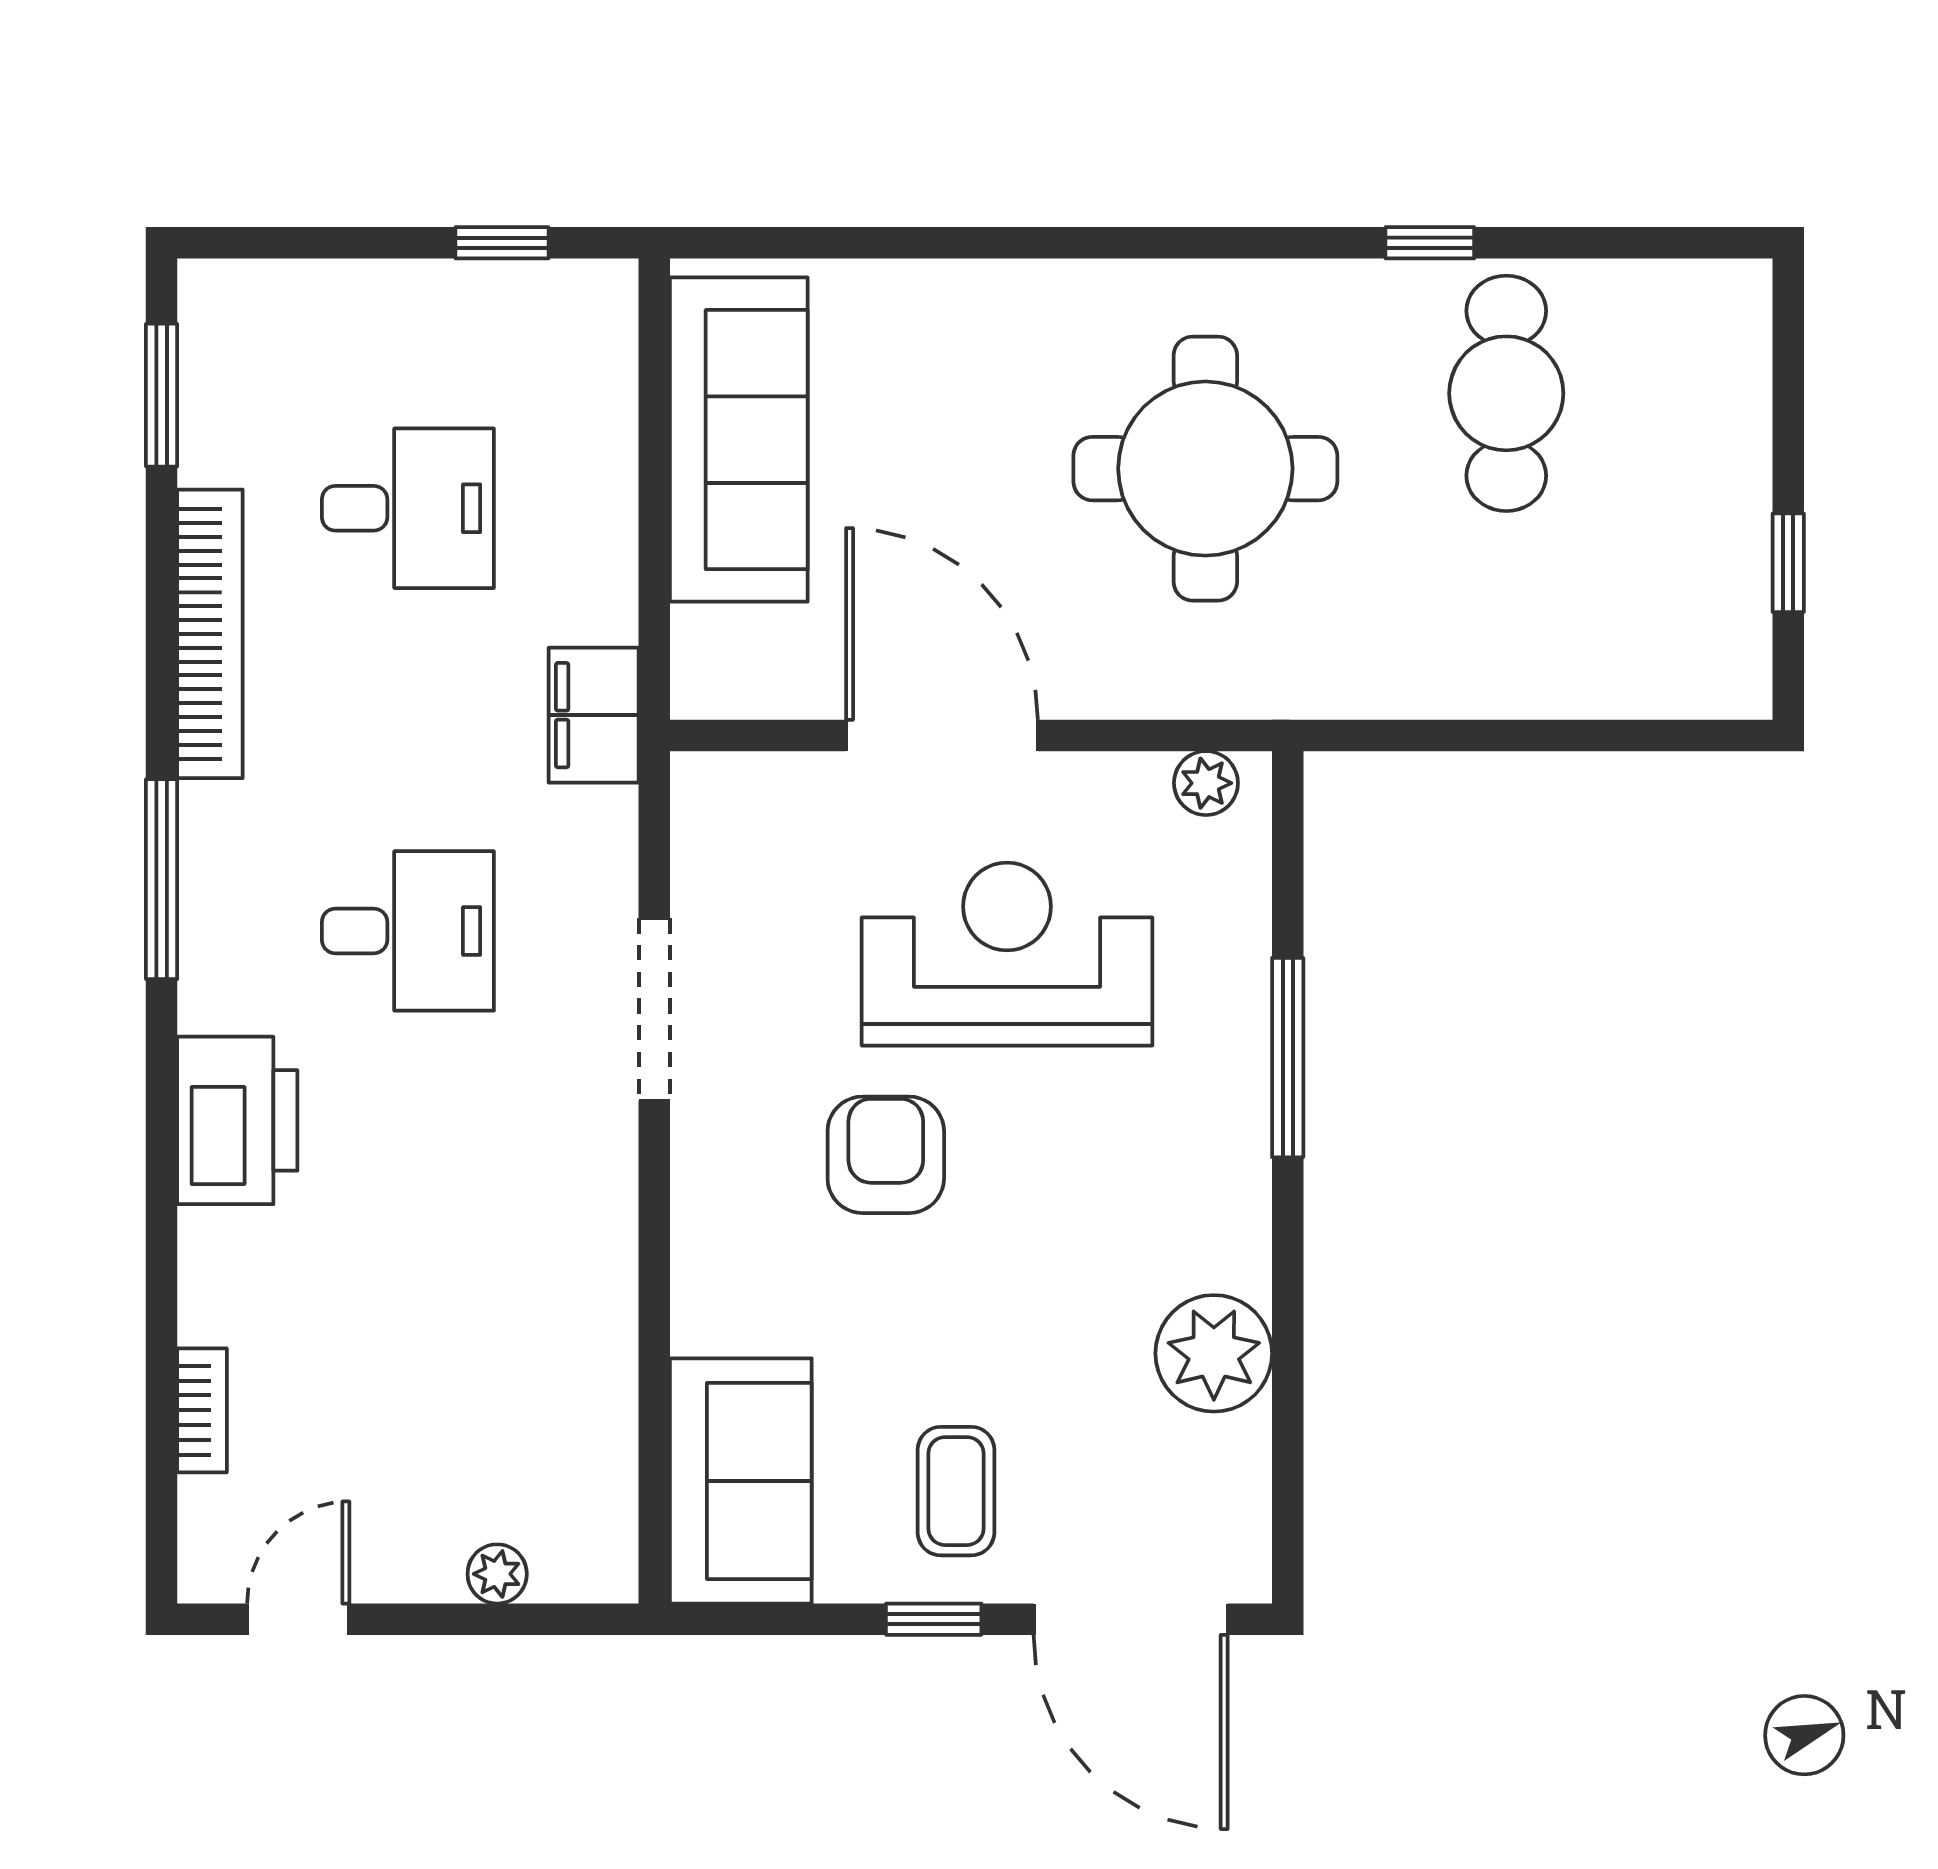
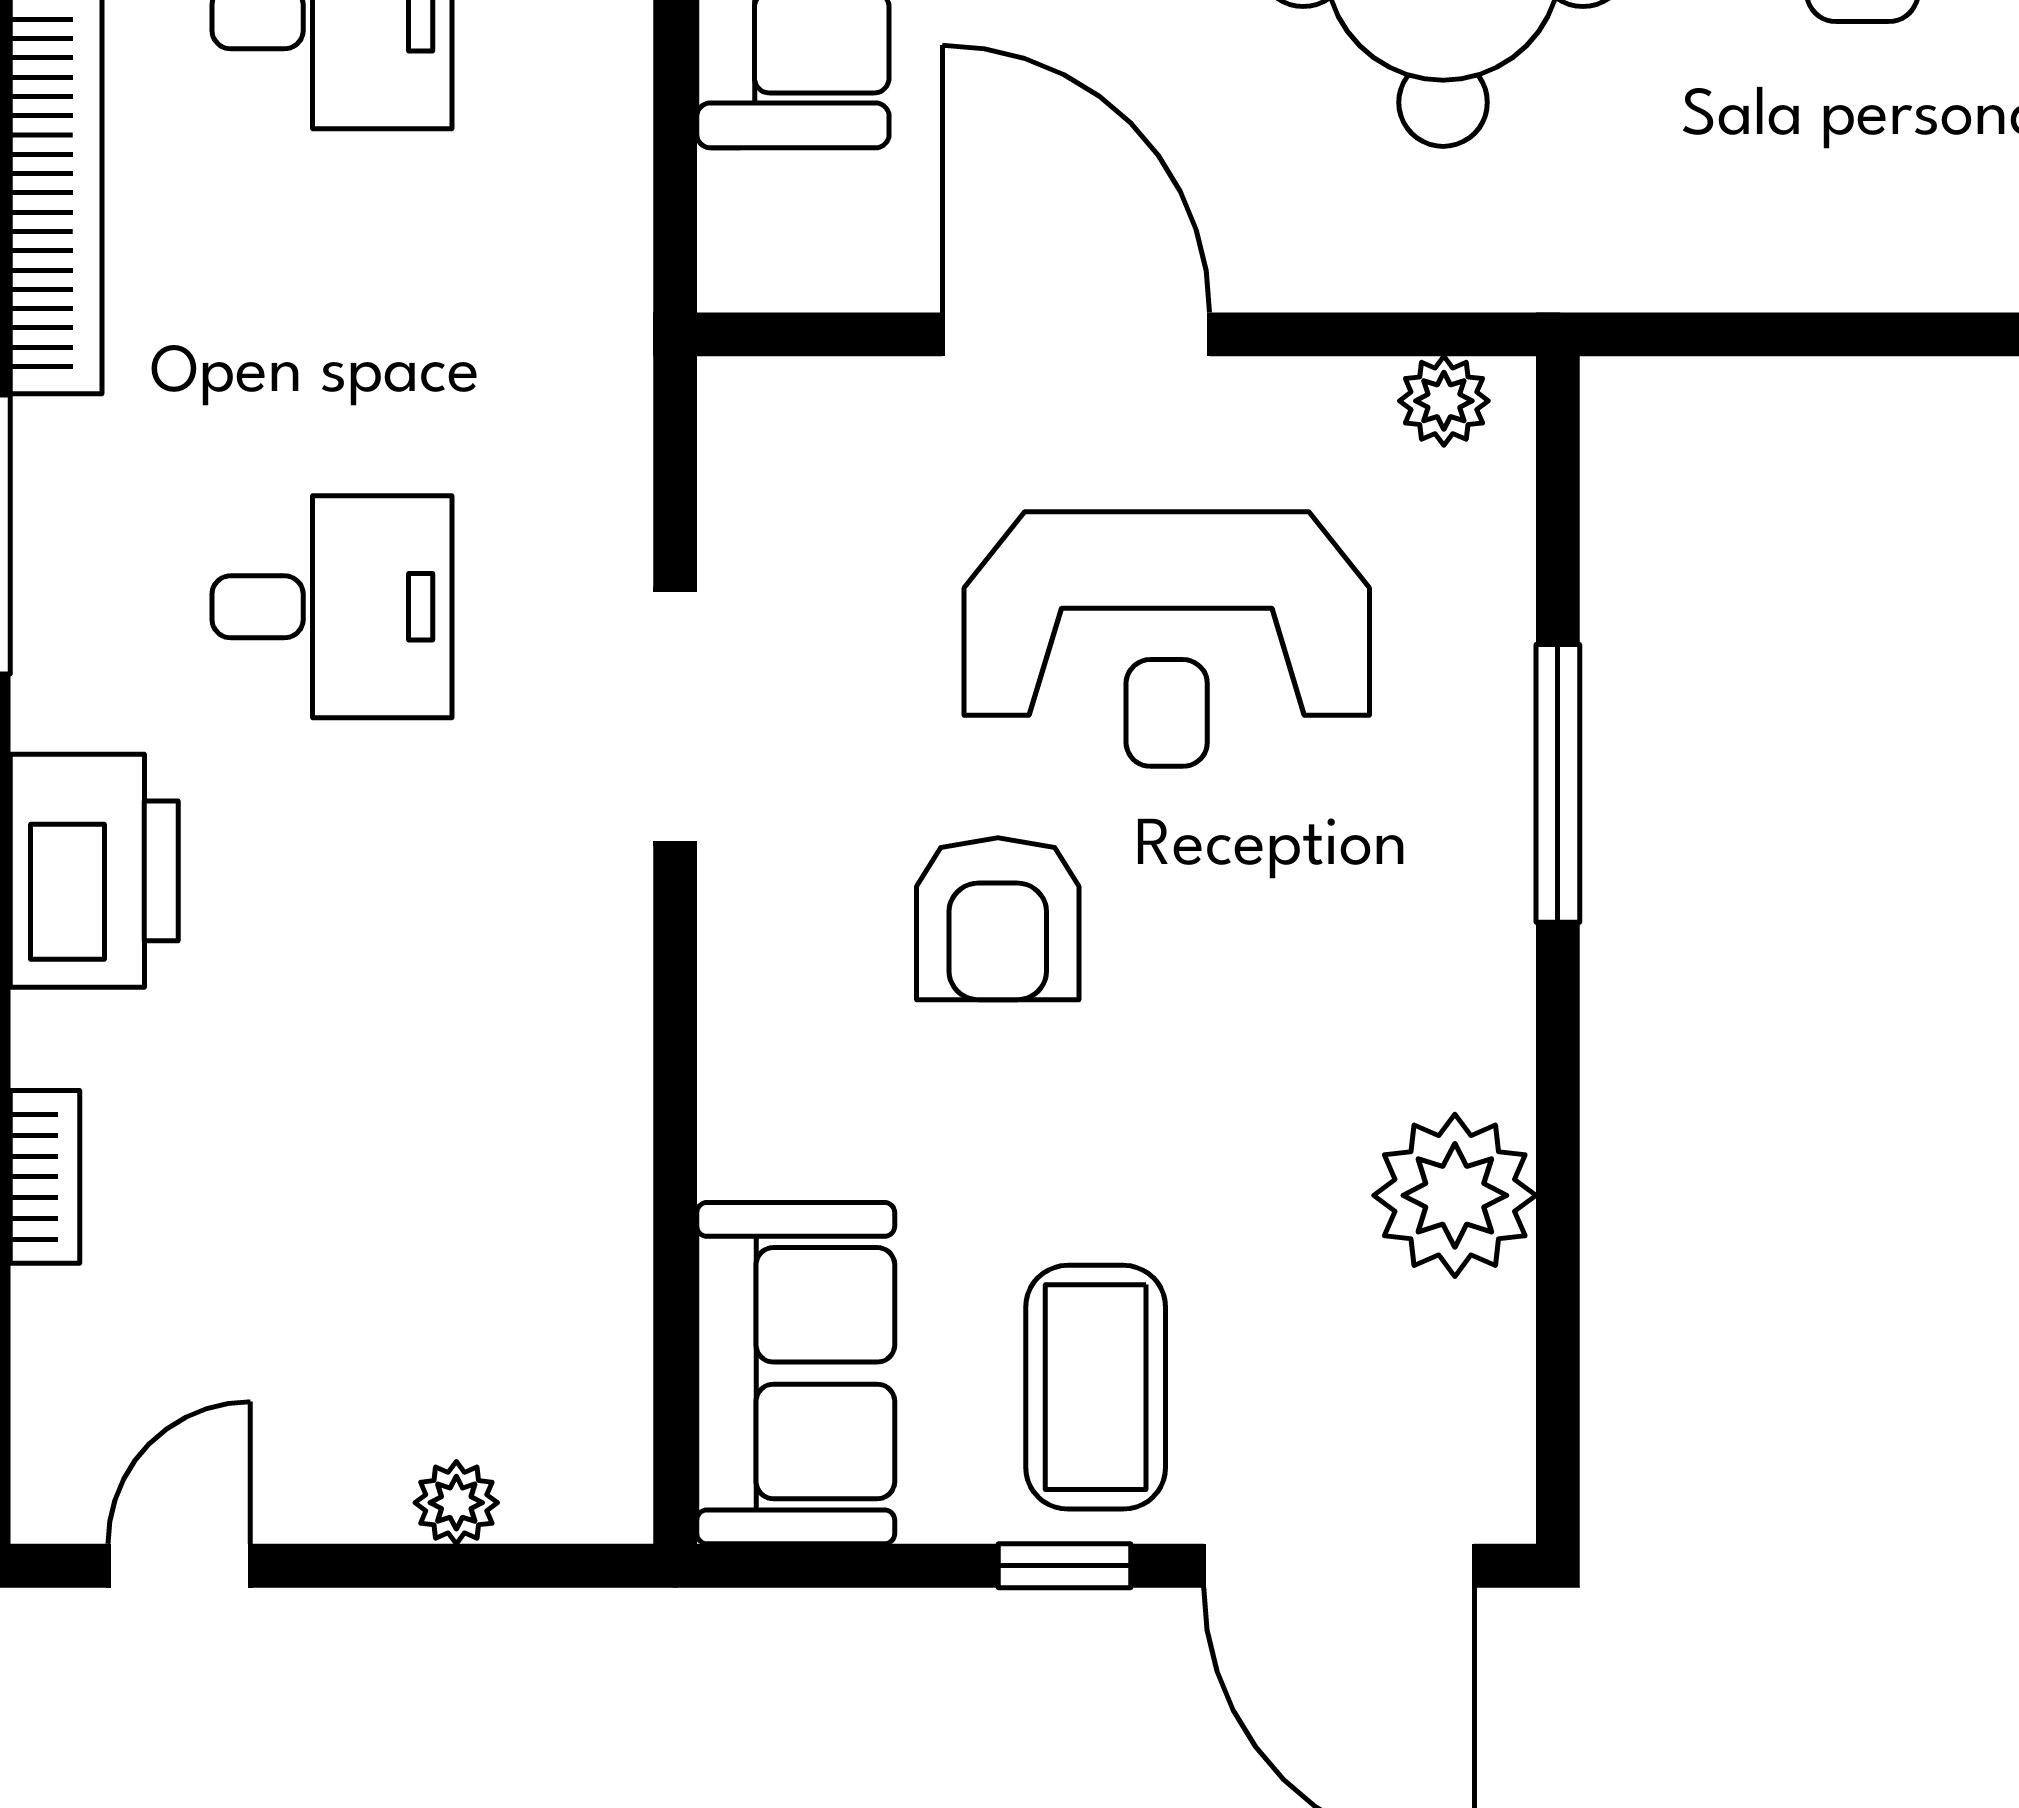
filing cabinet: (594, 715) -> (591, 306), removed
reception desk: (1007, 954) -> (1167, 639), turned 180
armchair: (886, 1155) -> (998, 919), turned 180
bookcase: (202, 1410) -> (45, 1177), moved
coffee table: (956, 1491) -> (1096, 1387), width x1.36, depth x1.30

